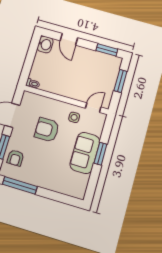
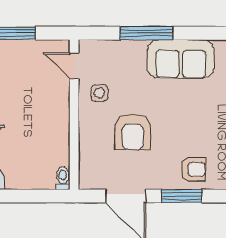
sofa: (85, 153) -> (181, 59), moved
window: (101, 154) -> (146, 33), width x1.44

